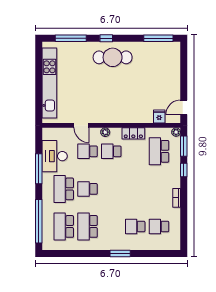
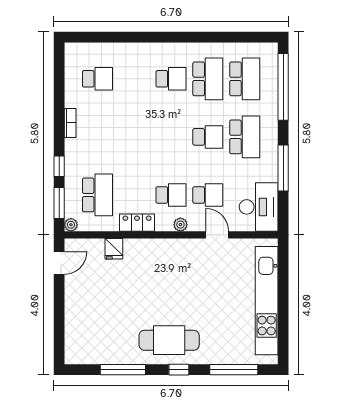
window: (158, 38) -> (123, 370), moved
fridge: (159, 117) -> (114, 249), moved
desk: (55, 156) -> (259, 207), moved
school desk: (135, 226) -> (171, 79), moved
window: (120, 253) -> (157, 37), removed

